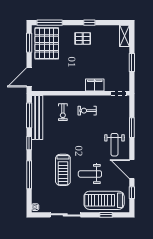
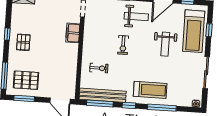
pallet: (47, 43) -> (26, 80), width x0.73, depth x0.71
exercise bike: (87, 111) -> (123, 45), moved
treadmill: (63, 170) -> (150, 90), moved

